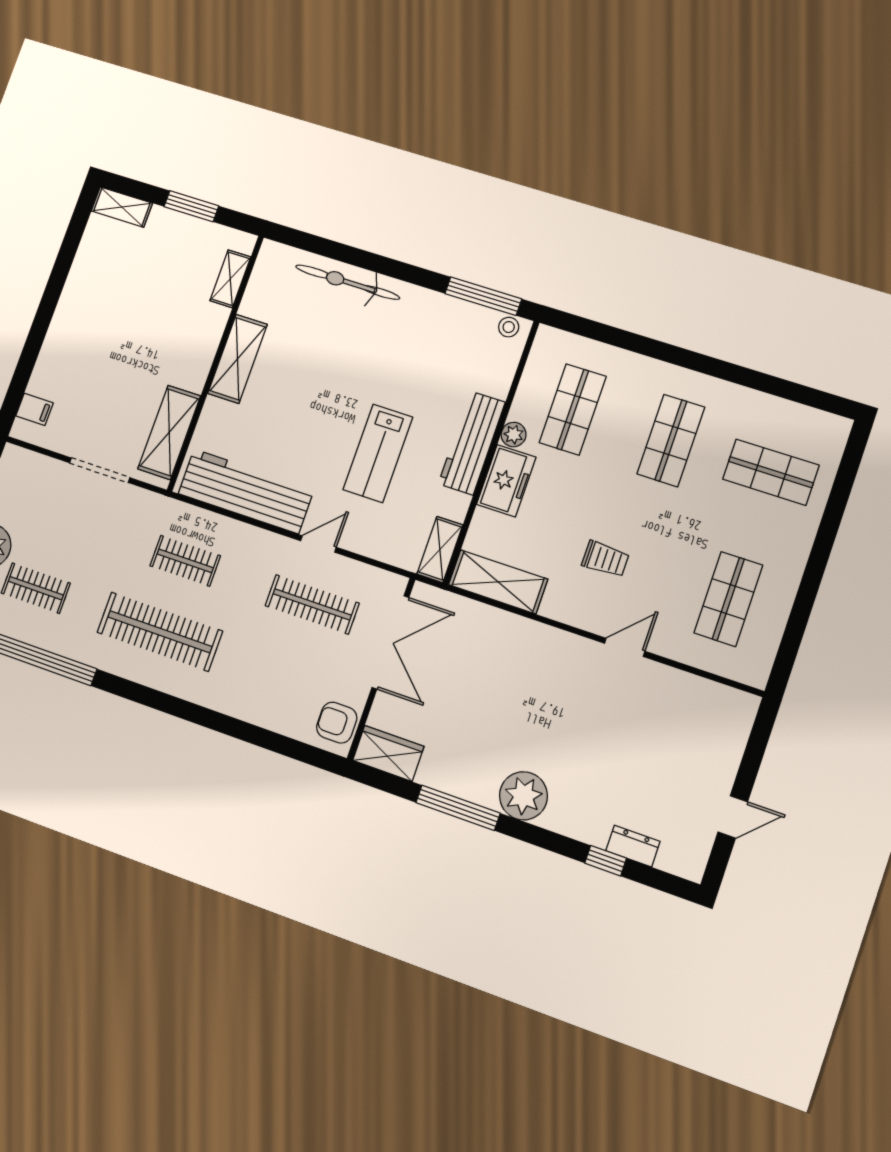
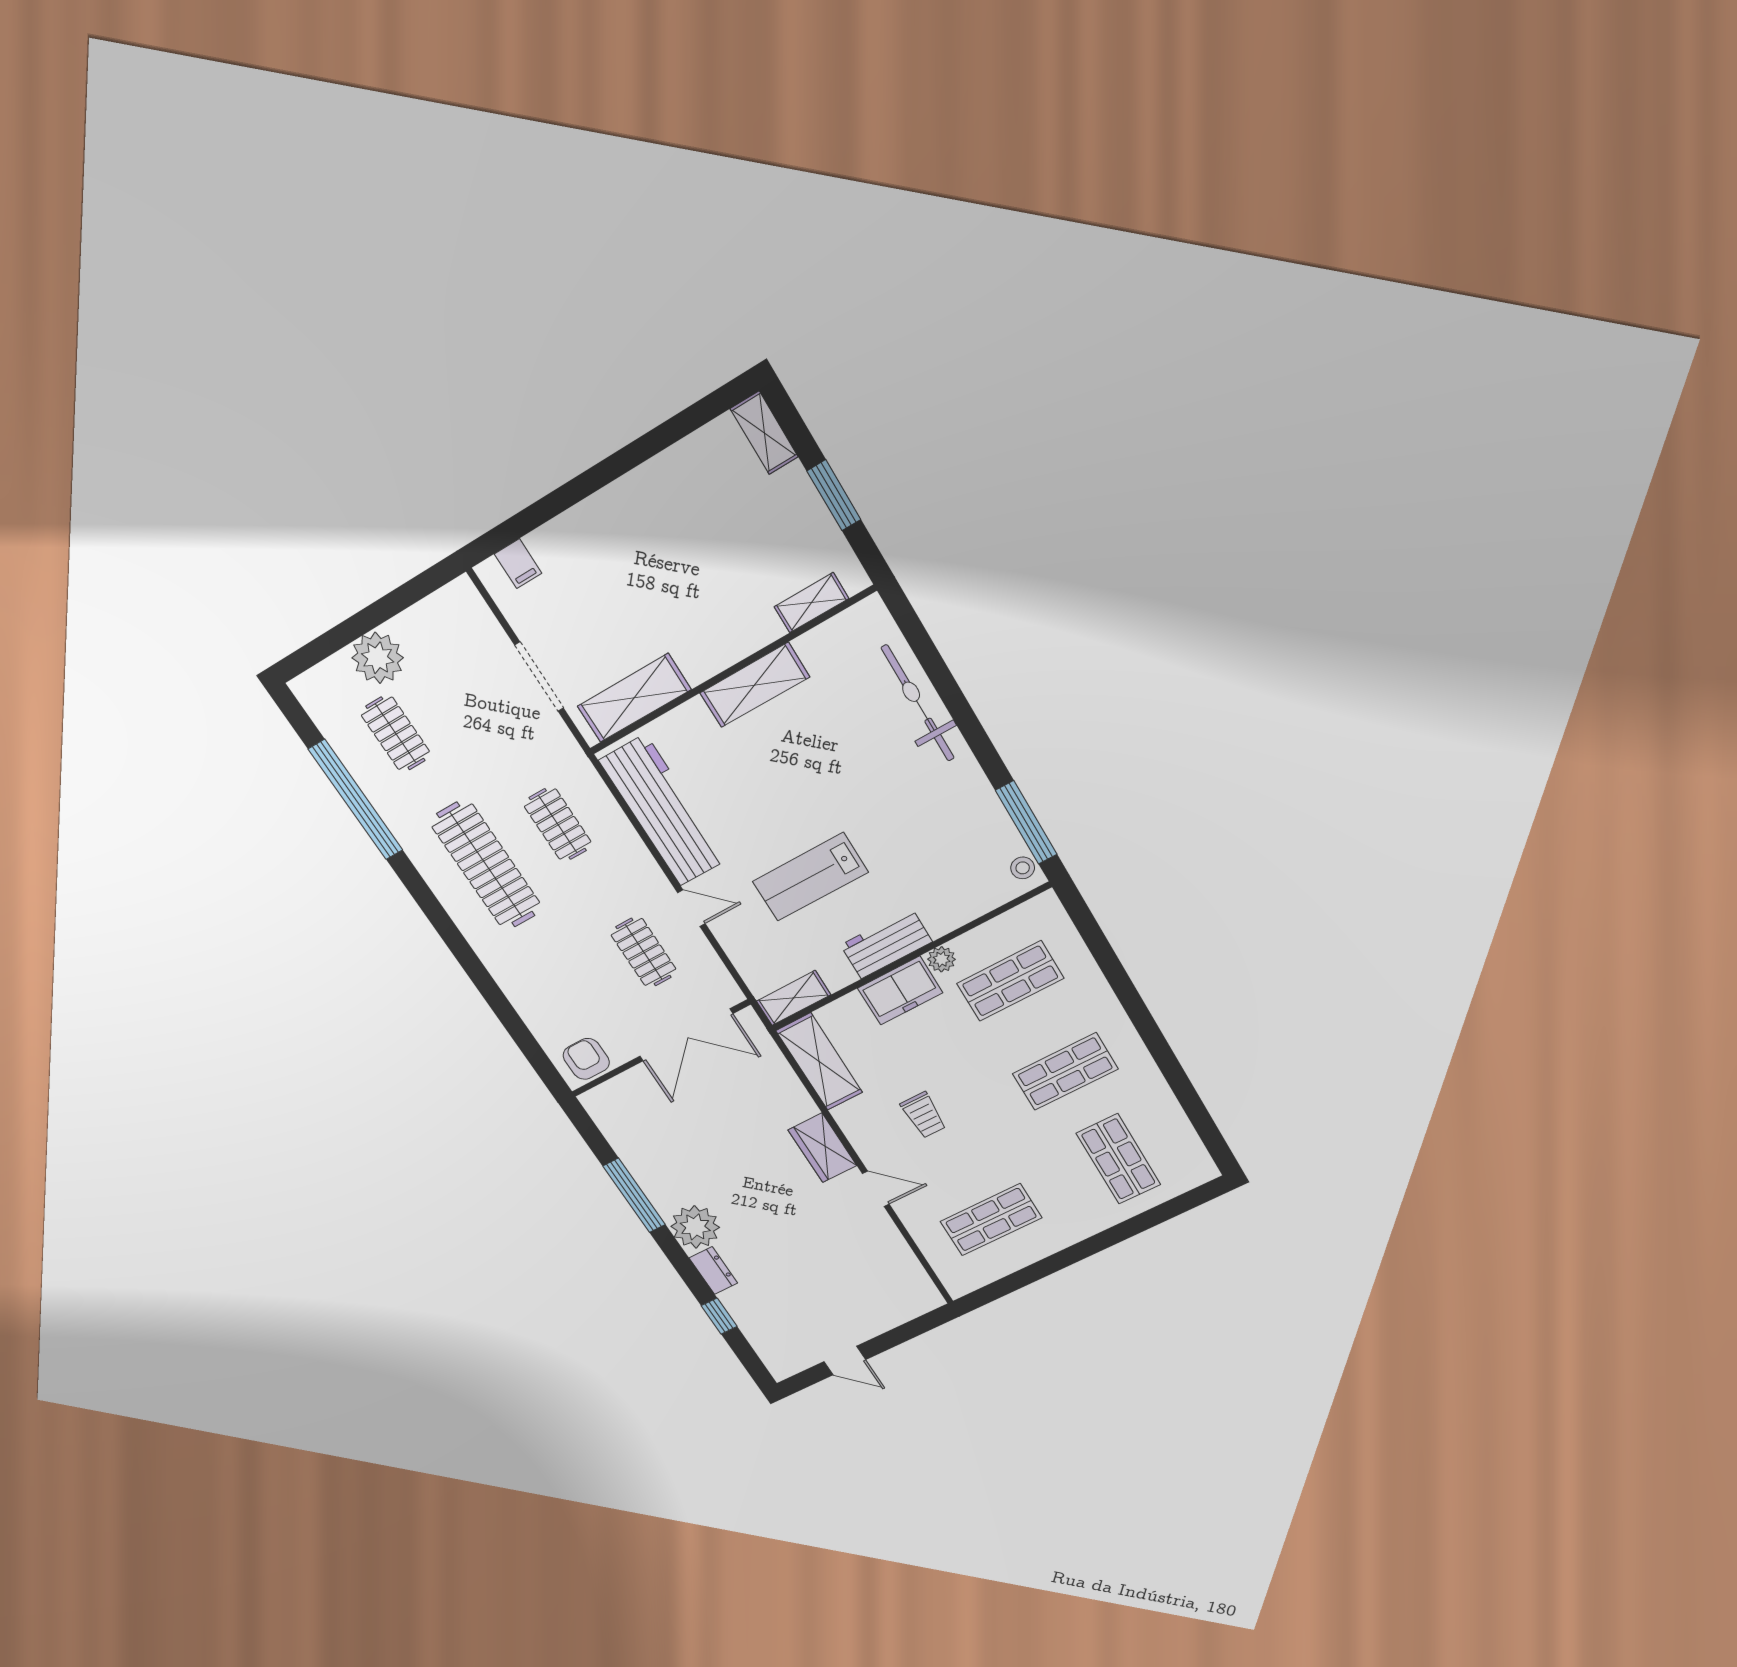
workbench: (472, 443) -> (886, 943), width x0.73
clothes rail: (312, 604) -> (644, 952), width x0.73
wardrobe: (388, 753) -> (822, 1148), moved, turned 180
dresser: (633, 846) -> (713, 1271), moved

